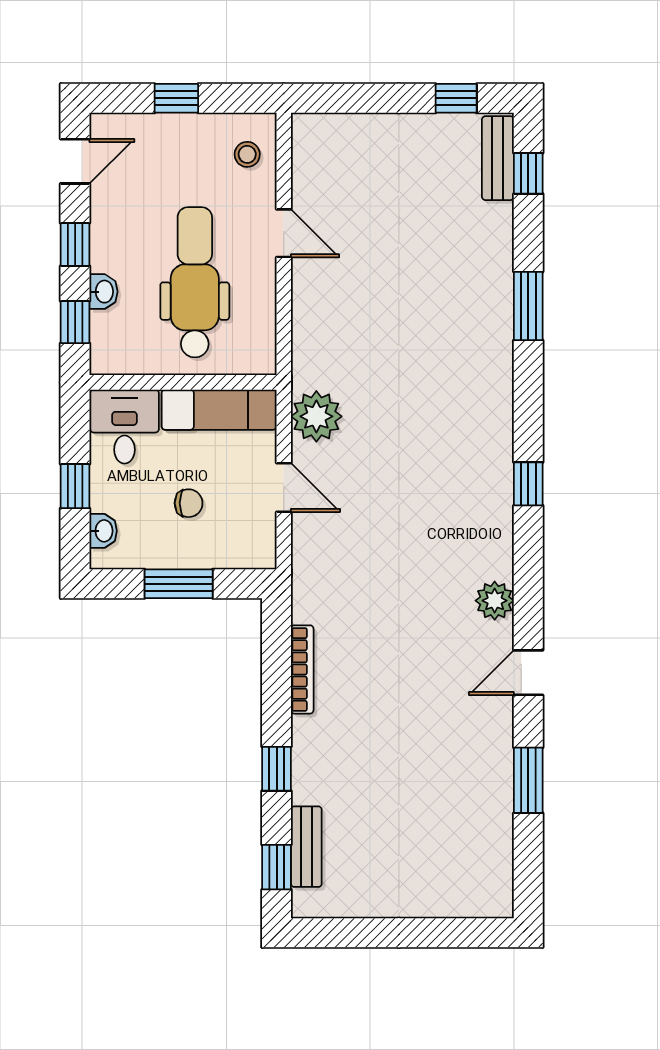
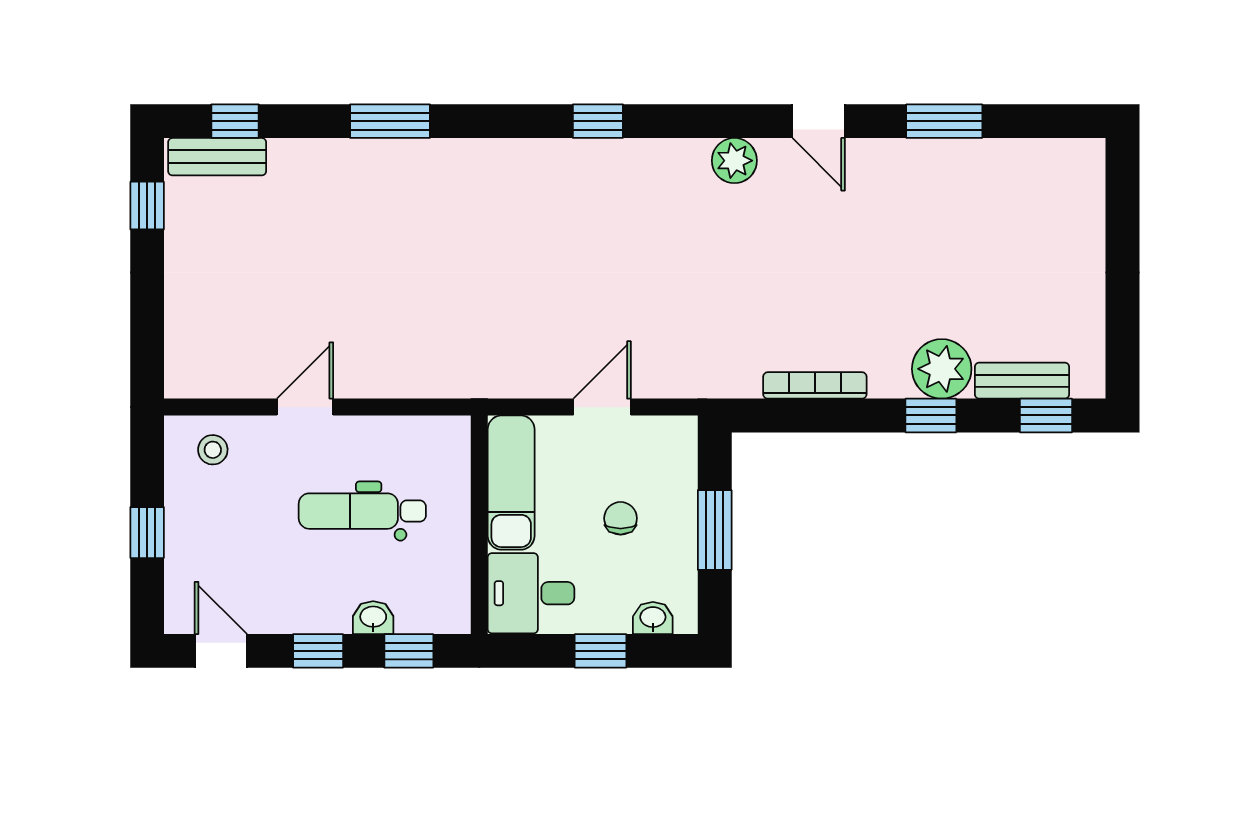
dental chair: (195, 282) -> (362, 511), width x0.73, depth x0.72
plant: (316, 416) -> (942, 369), moved

